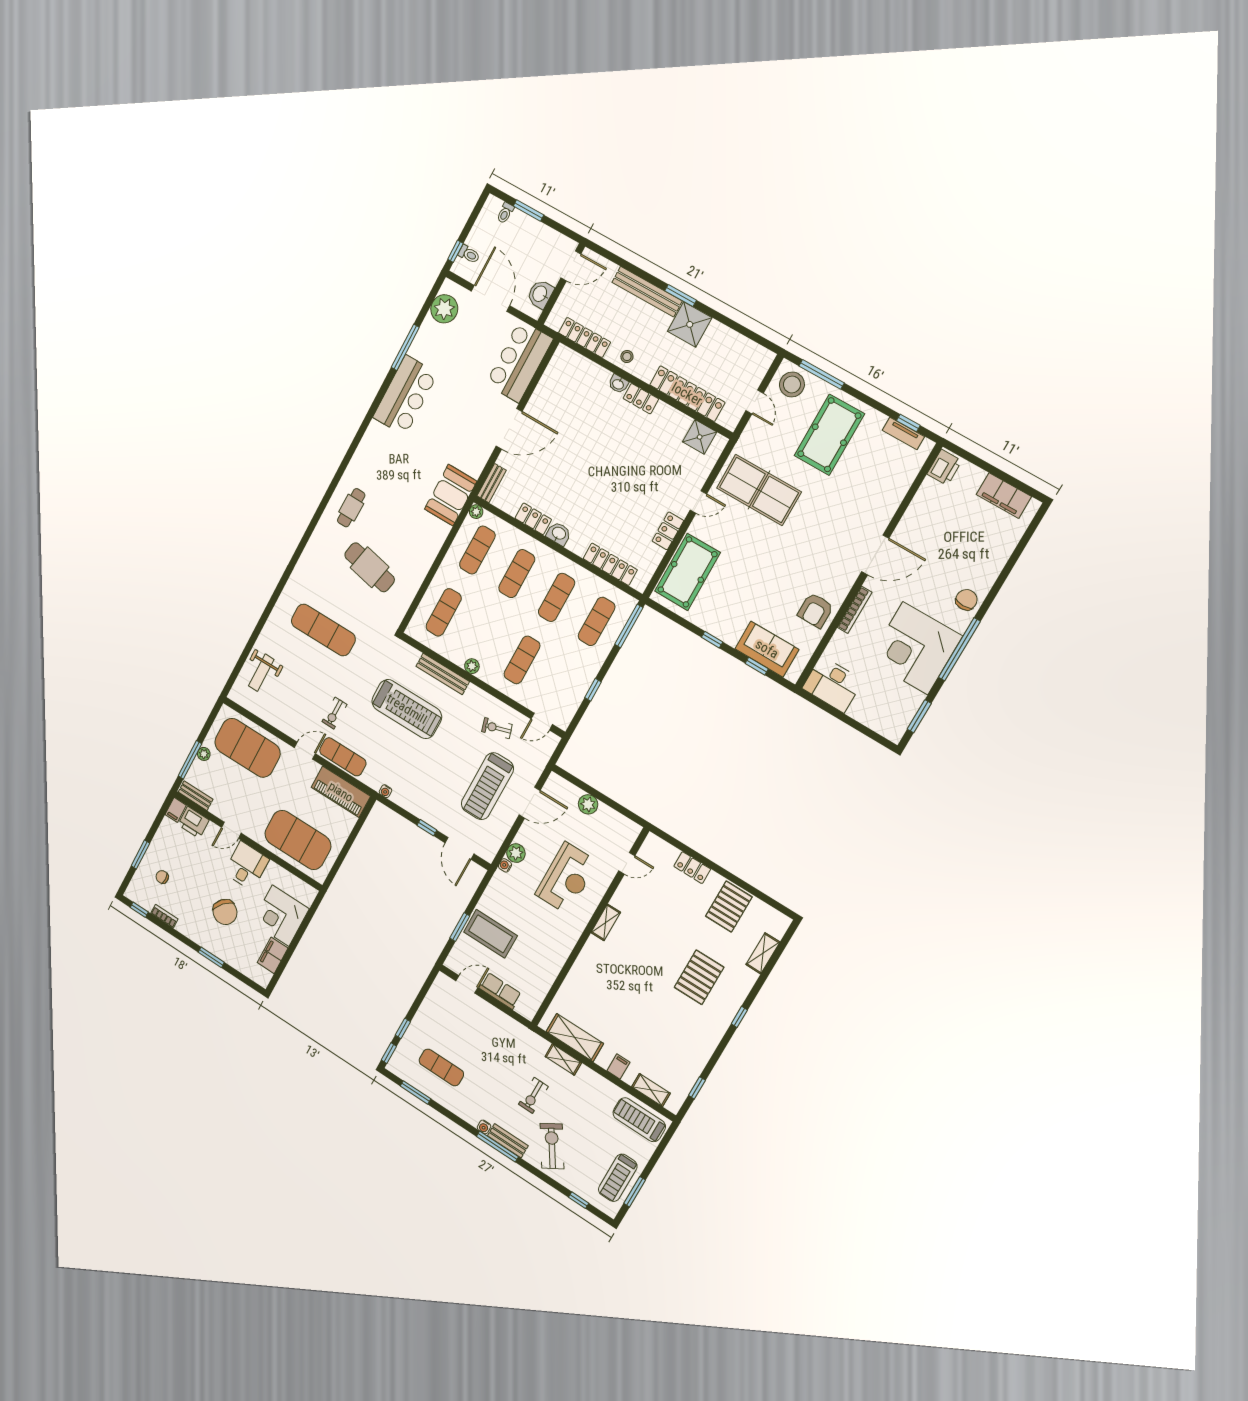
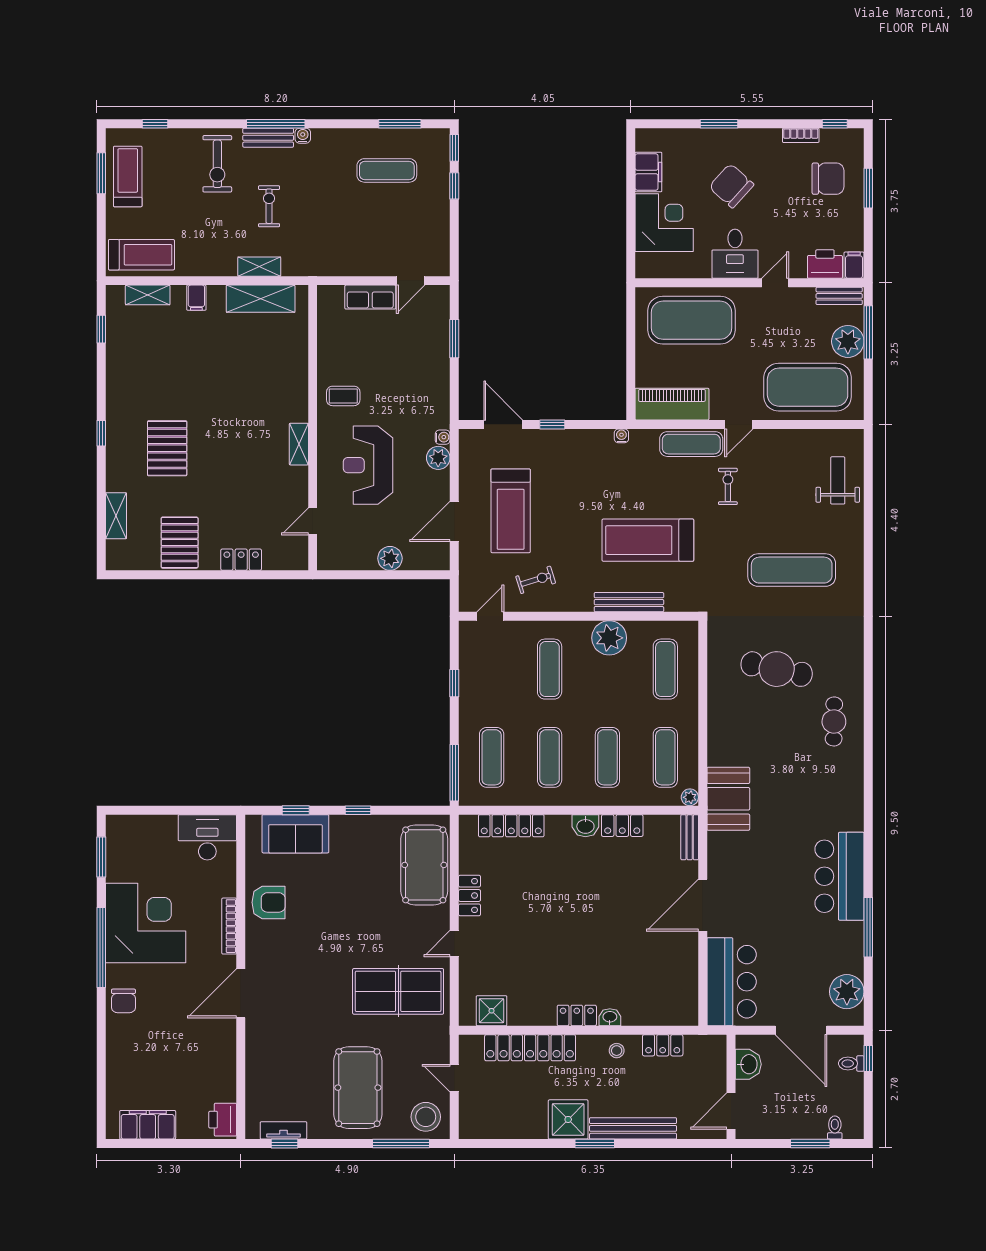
locker: (585, 337) -> (663, 1045), width x0.66
armchair: (815, 610) -> (269, 902), turned 90
plant: (472, 666) -> (609, 638), width x1.87, depth x1.87
plant: (204, 754) -> (848, 341), width x1.88, depth x1.88
treadmill: (487, 786) -> (511, 511), turned 180
chair: (162, 877) -> (828, 179), width x1.87, depth x1.87
coffee table: (491, 934) -> (343, 396), moved, width x0.54, depth x0.58
exercise bike: (552, 1146) -> (217, 164), turned 32

